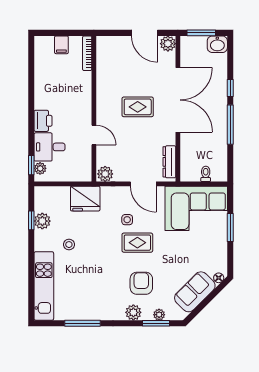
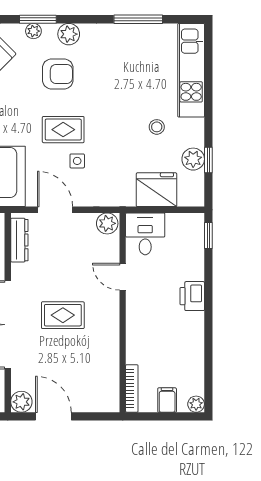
desk: (50, 147) -> (145, 234), moved, turned -90
plant: (40, 168) -> (196, 404), moved
fridge: (85, 199) -> (156, 190), moved
armchair: (141, 283) -> (58, 74), turned -90

